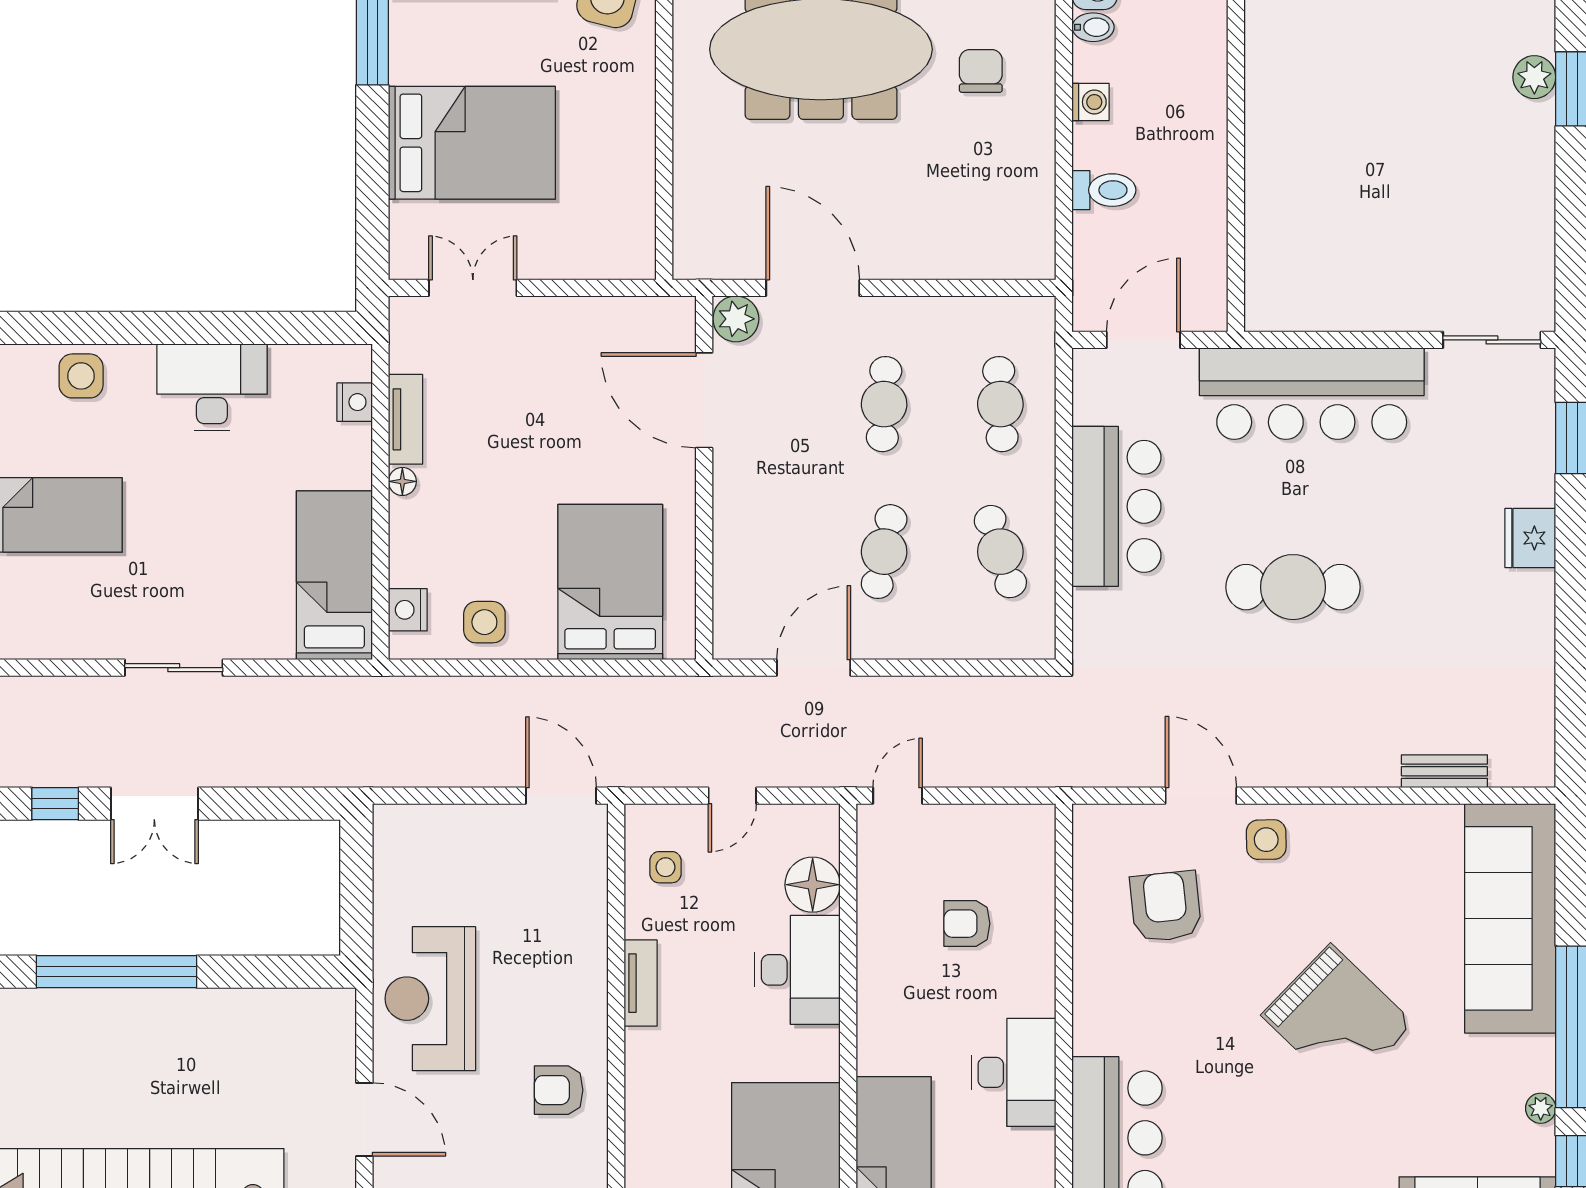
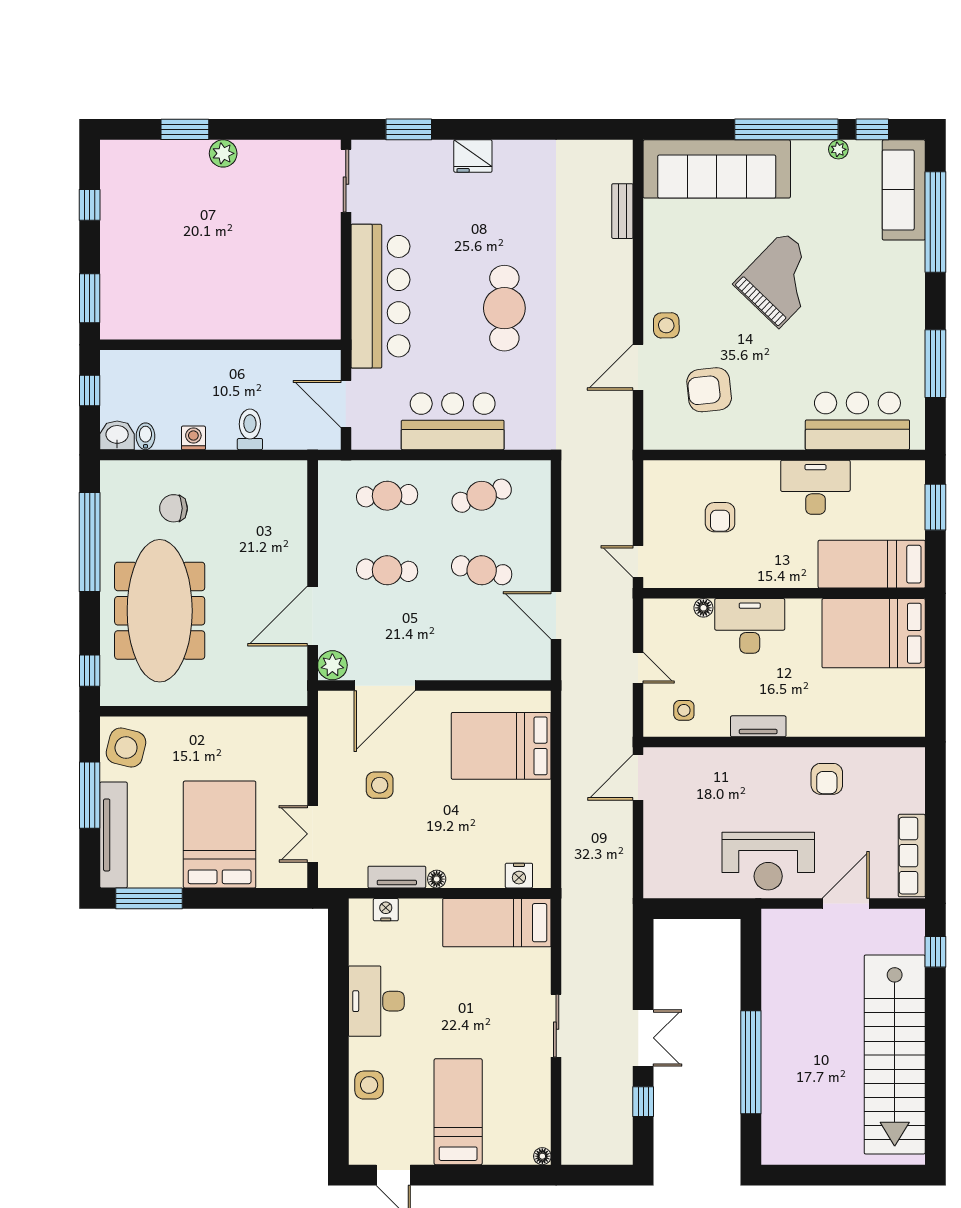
plant: (1534, 77) -> (223, 153), moved
side table: (484, 622) -> (380, 785), moved
floor lamp: (813, 885) -> (703, 608), width x0.53, depth x0.53

